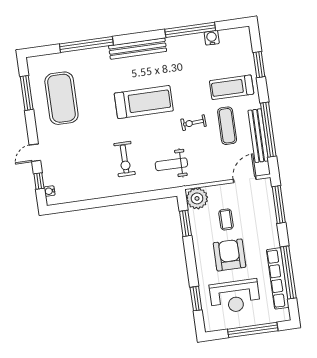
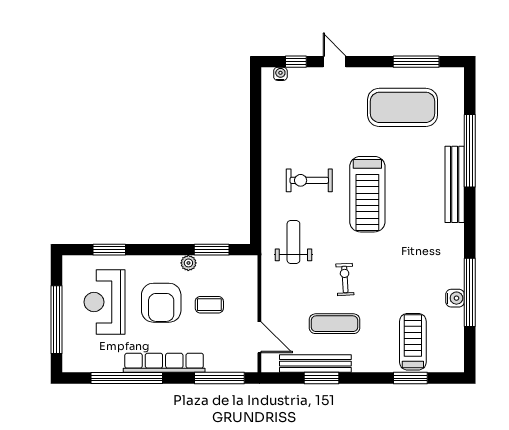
water cooler: (212, 38) -> (455, 298), moved
bench: (138, 49) -> (455, 184), moved
treadmill: (232, 87) -> (413, 342), moved
treadmill: (144, 102) -> (367, 194), moved
window: (268, 130) -> (322, 378), width x0.47
plant: (197, 198) -> (188, 263), moved, width x0.53, depth x0.53
armchair: (230, 255) -> (161, 303), turned 90
row of seats: (278, 278) -> (164, 363), moved

